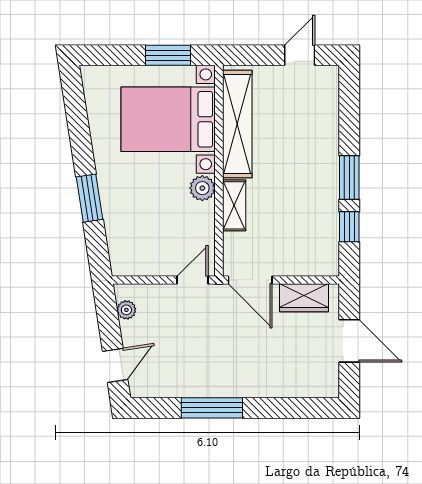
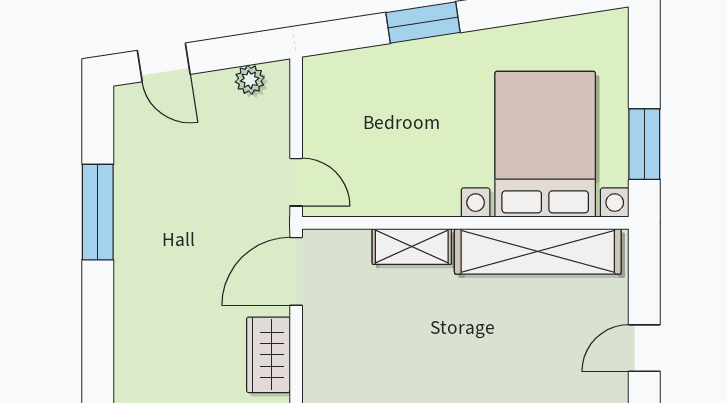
door: (300, 55) -> (644, 348), swing flipped
plant: (202, 188) -> (438, 197), removed

